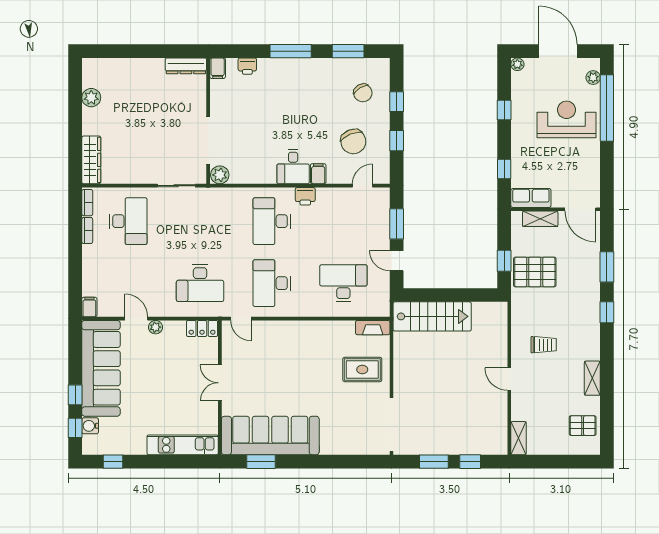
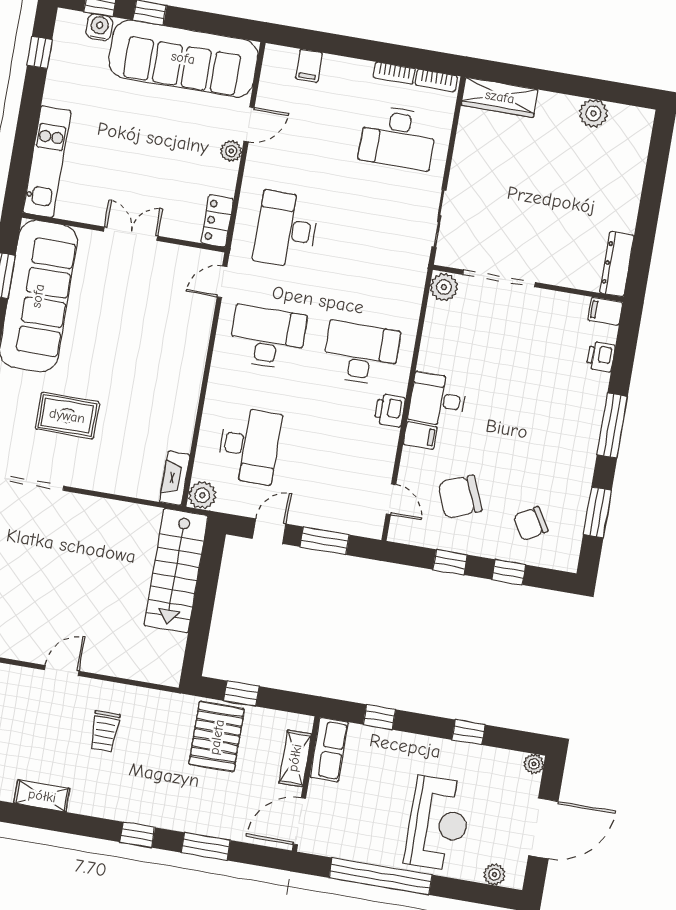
window: (607, 108) -> (381, 876), moved
filing cabinet: (89, 307) -> (309, 66), moved, turned 90
plant: (381, 308) -> (202, 495), added
rug: (362, 369) -> (67, 416), moved, turned 90

